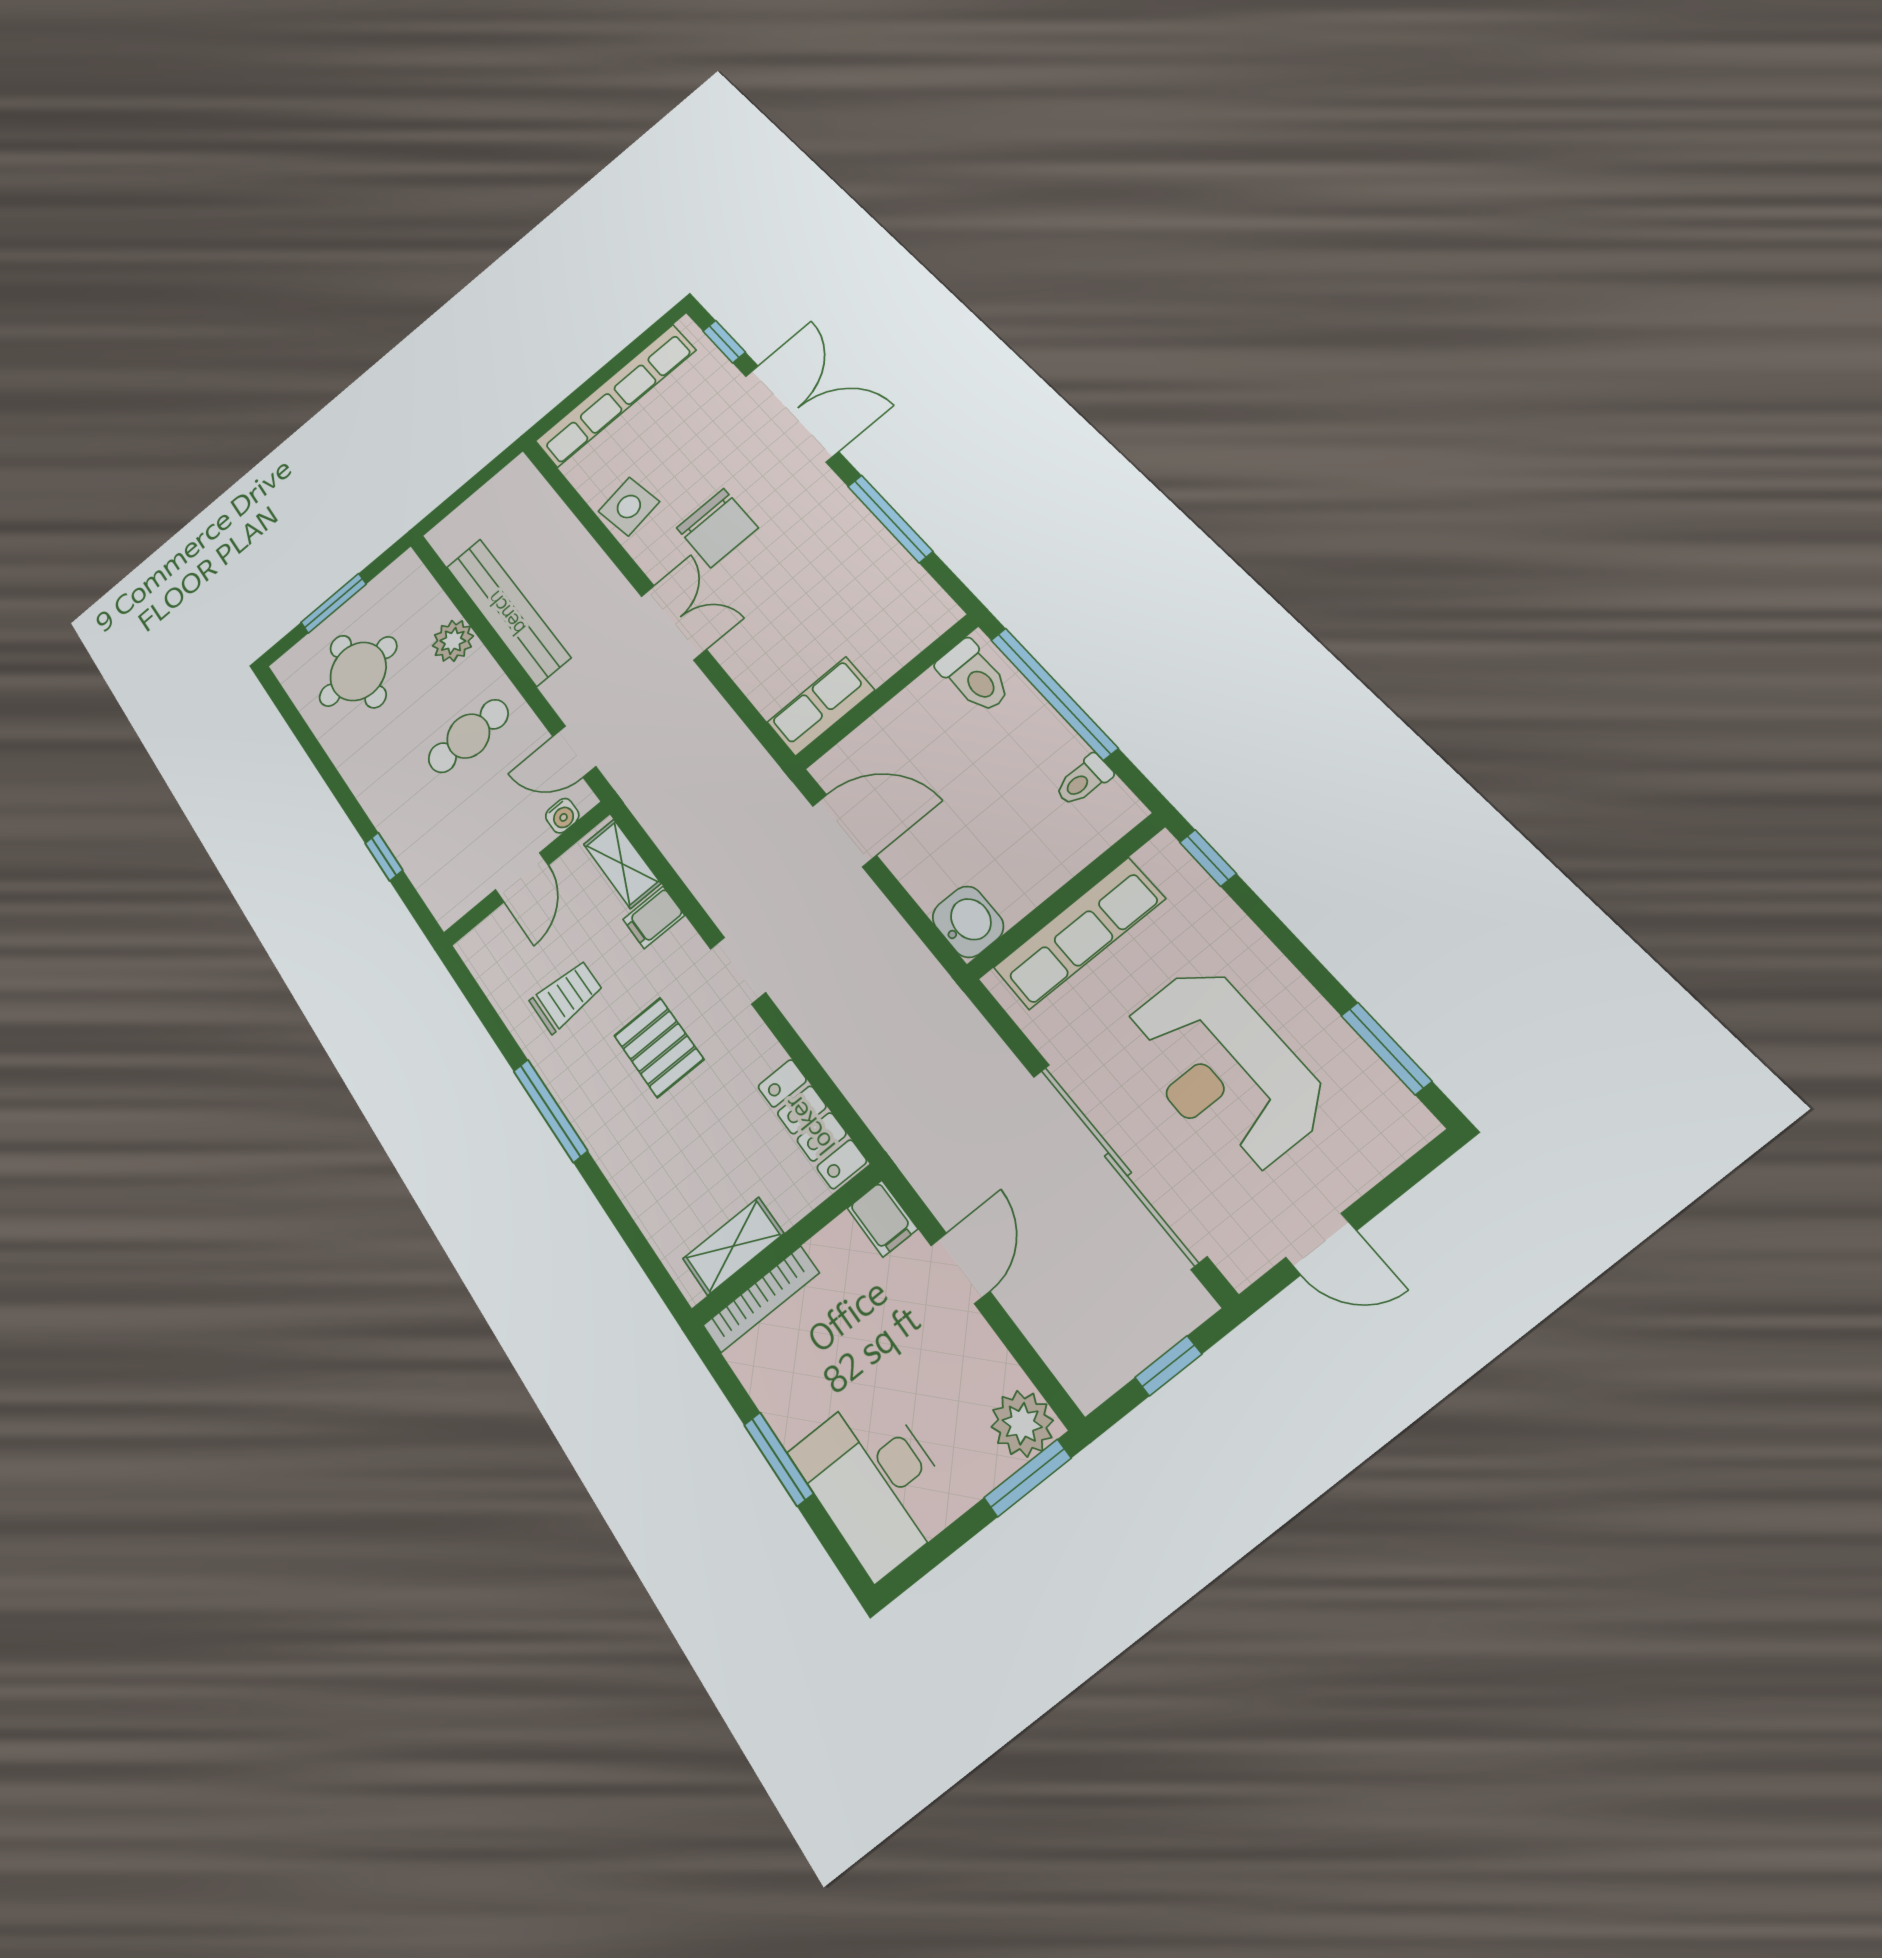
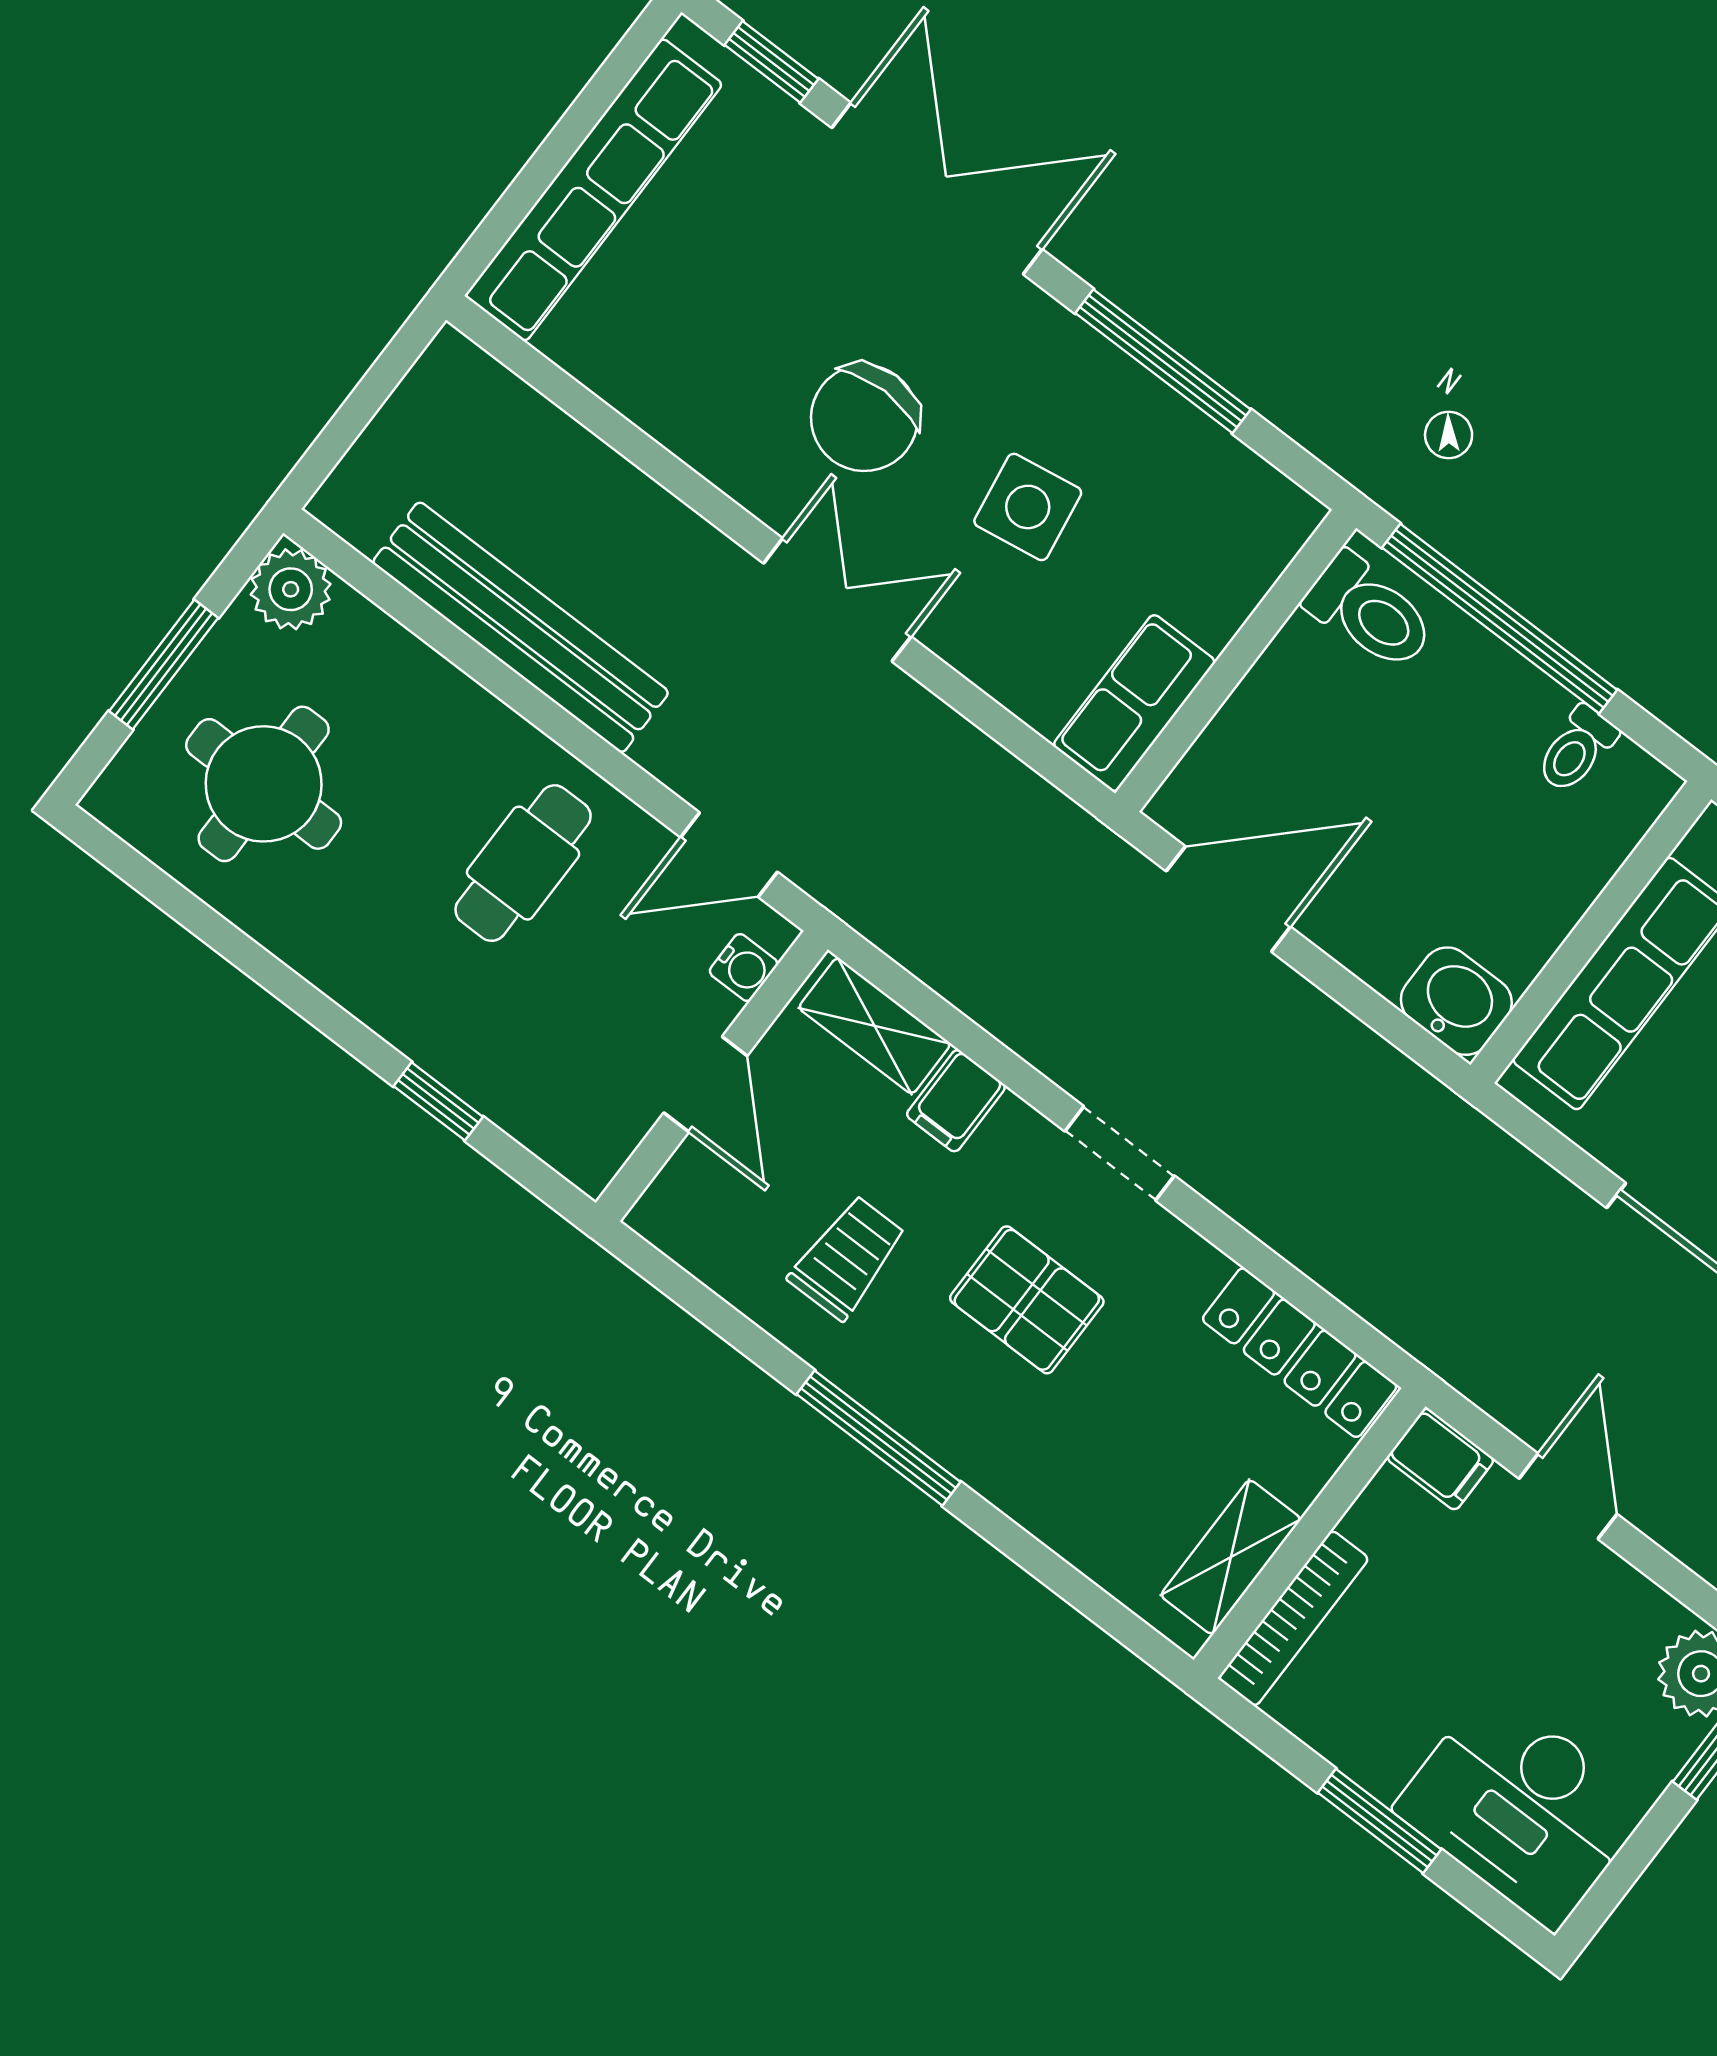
side table: (629, 507) -> (1028, 507), moved
chair: (717, 528) -> (864, 418), turned 90
plant: (453, 641) -> (291, 589), moved

